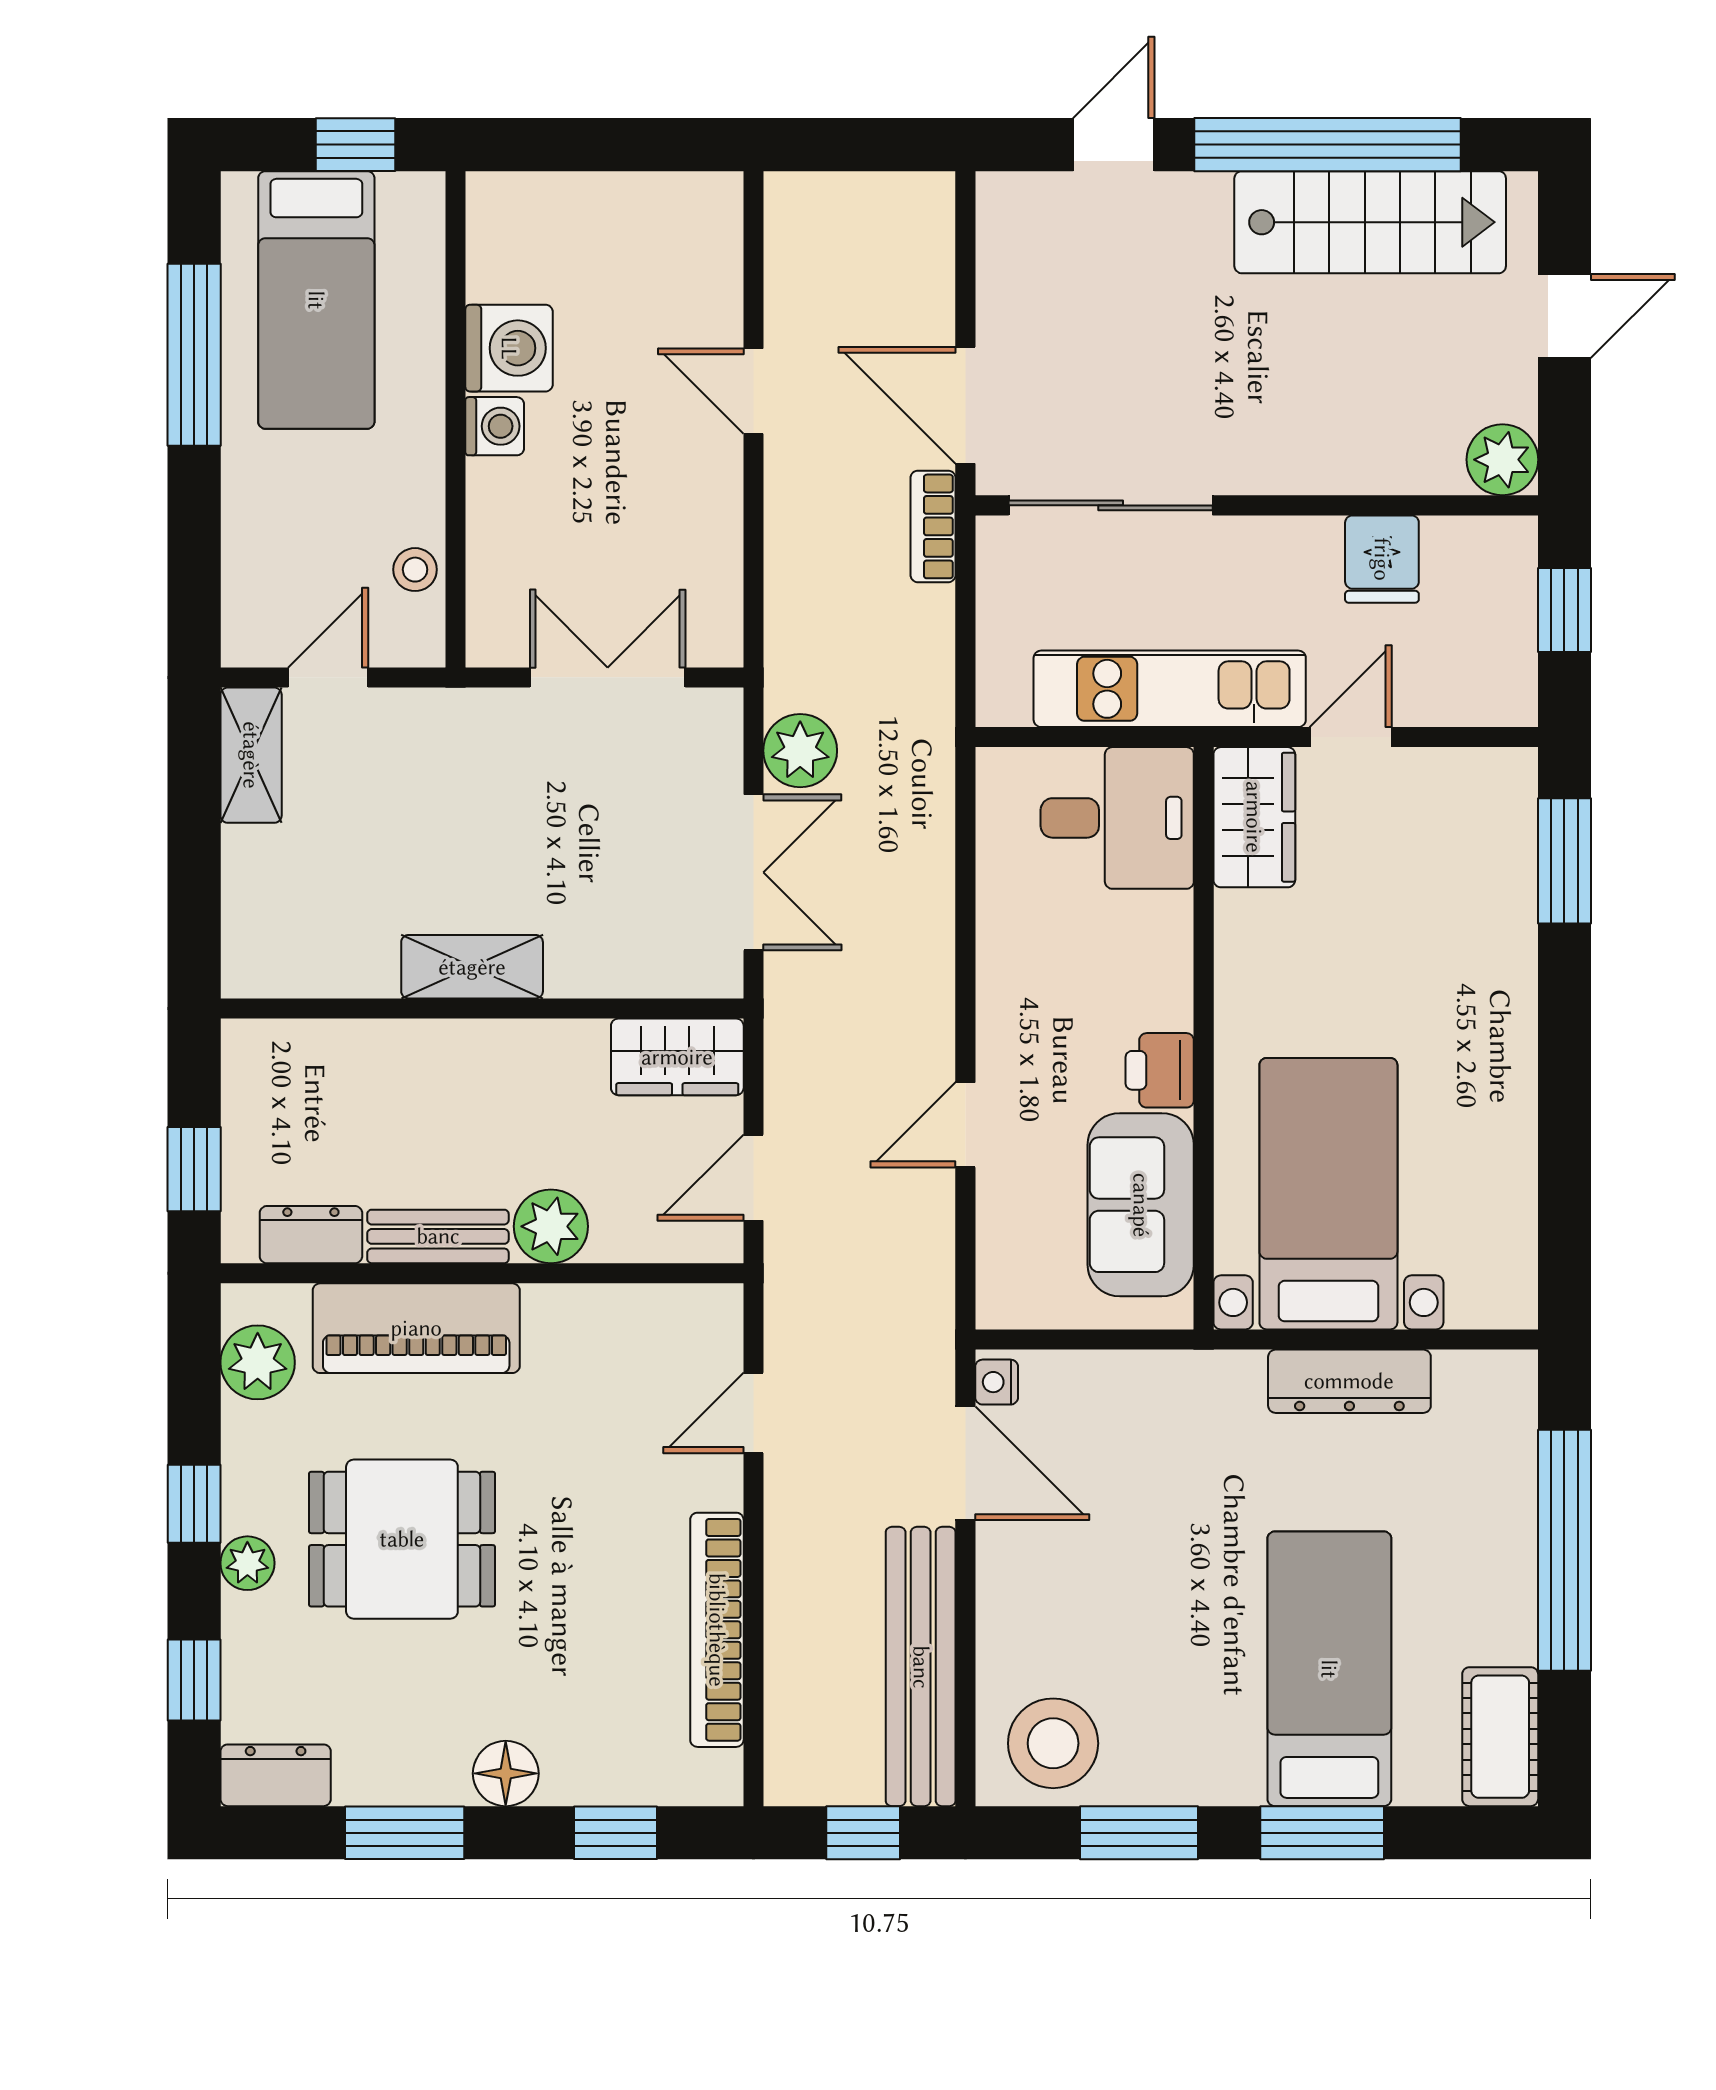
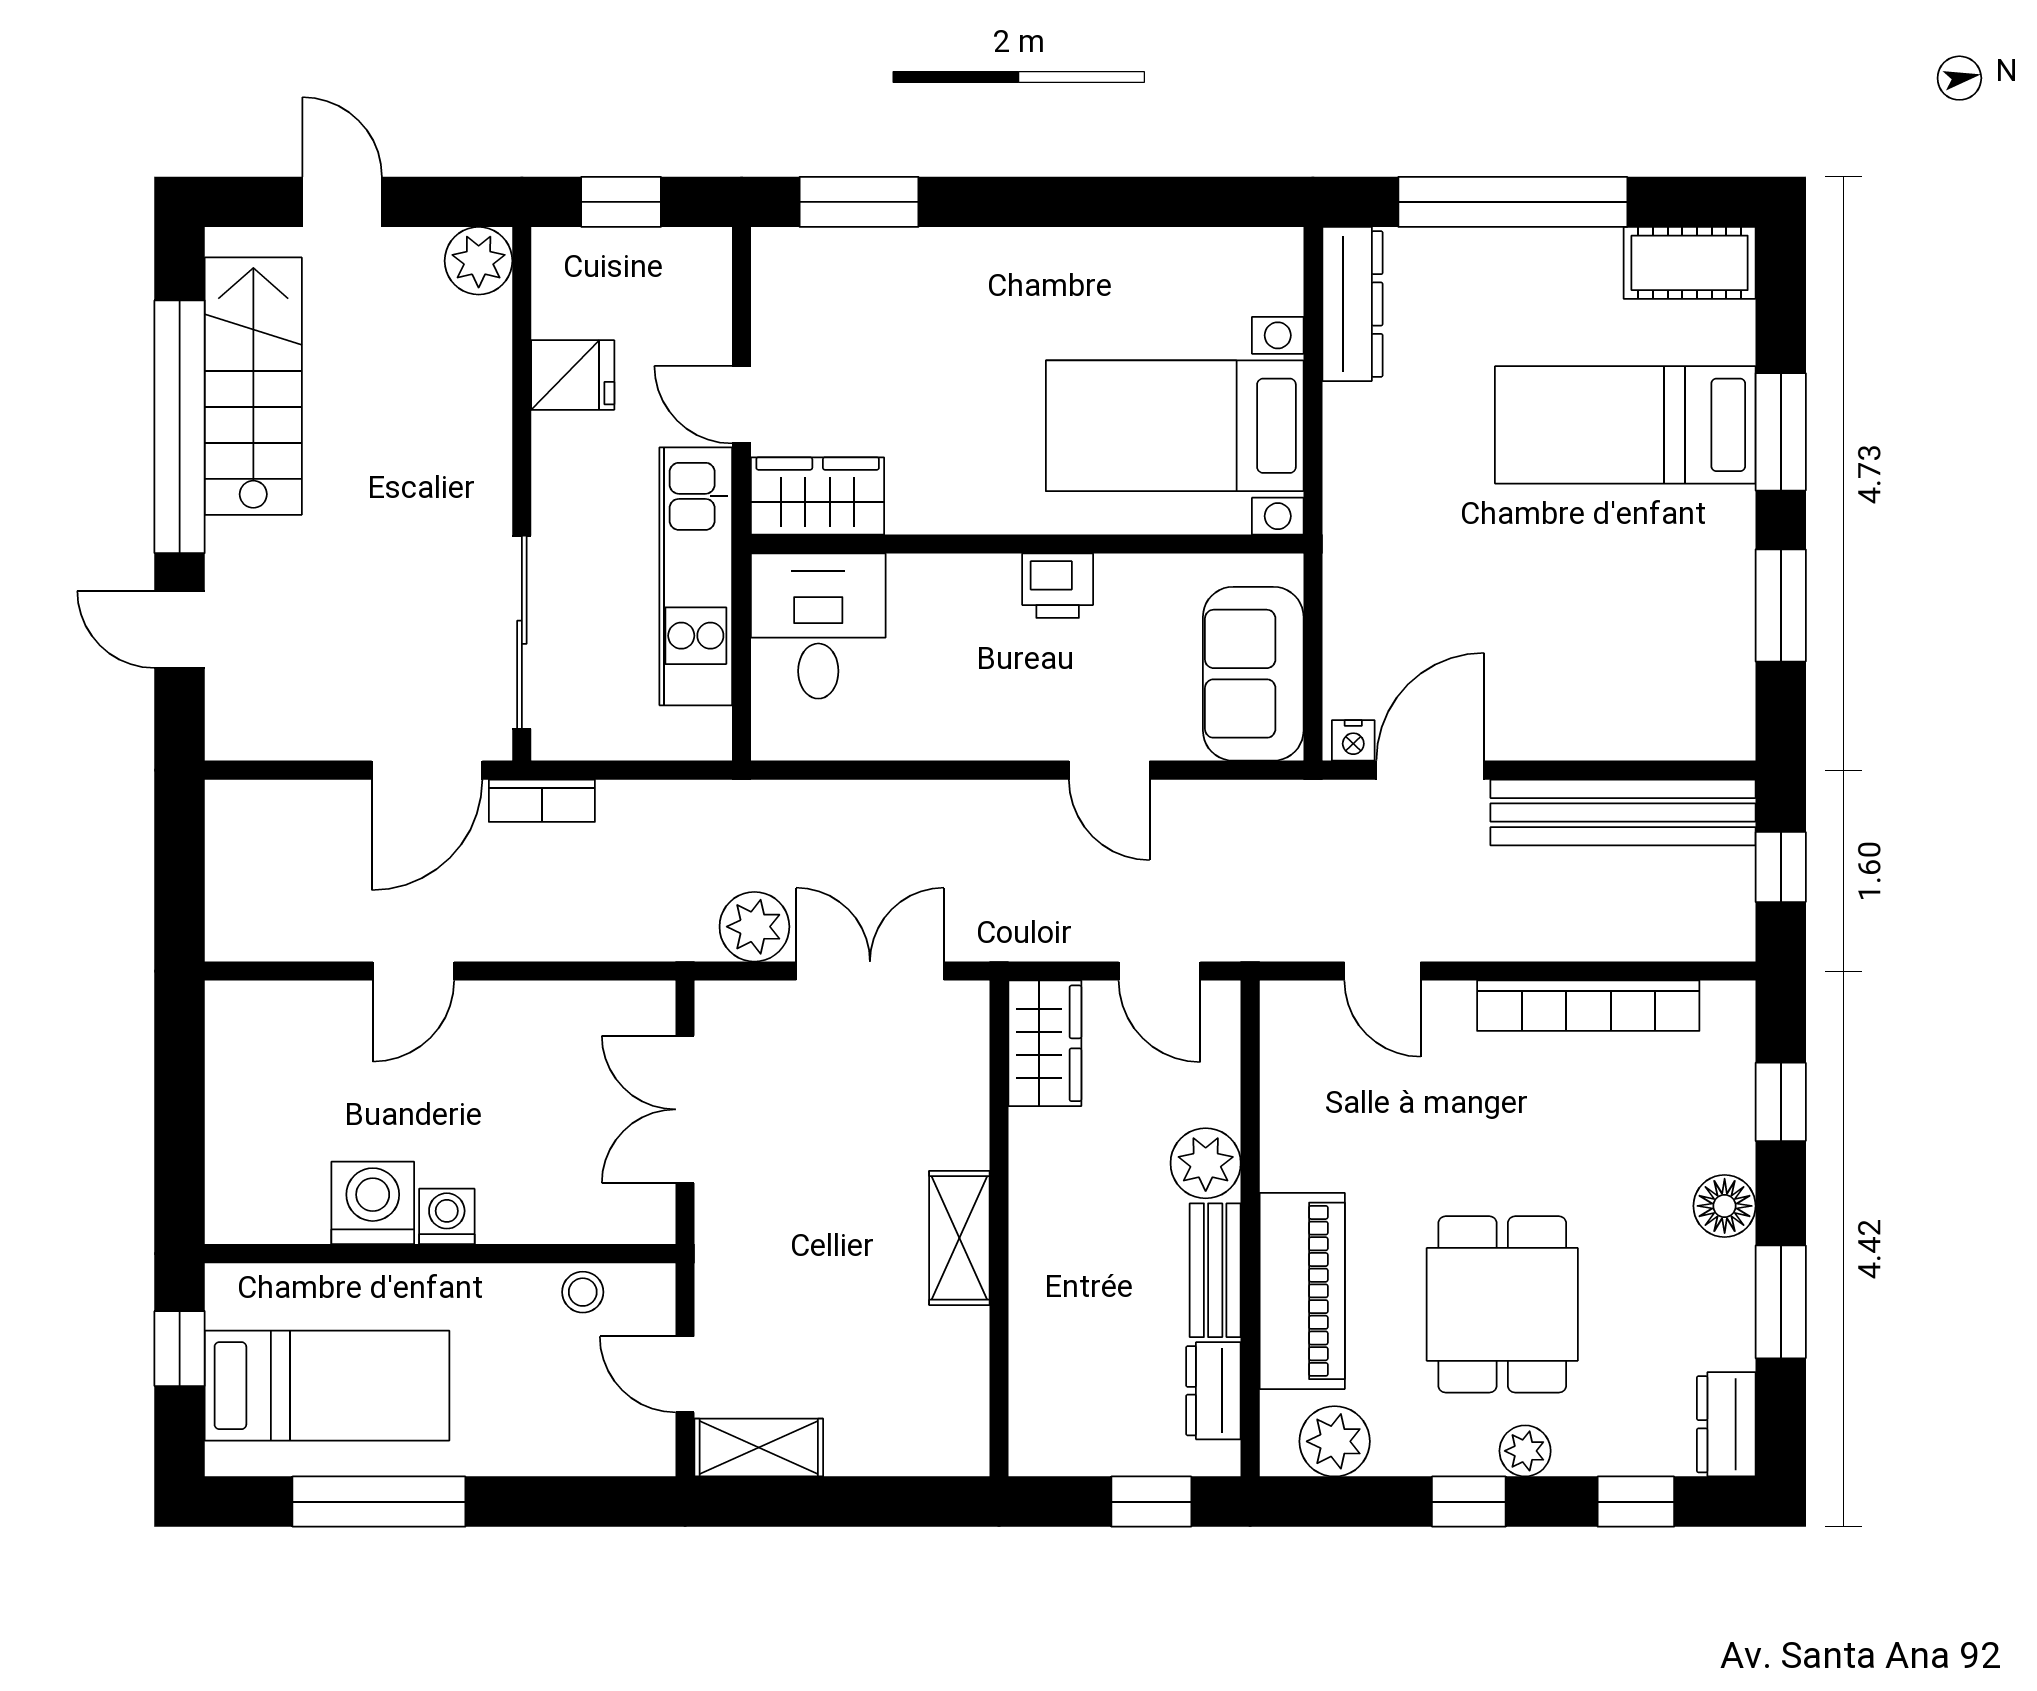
sofa: (1141, 1205) -> (1253, 674), moved, turned 90
dresser: (1349, 1381) -> (1353, 304), moved
stool: (1053, 1743) -> (1696, 687), removed

